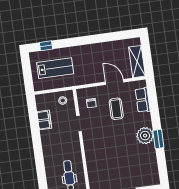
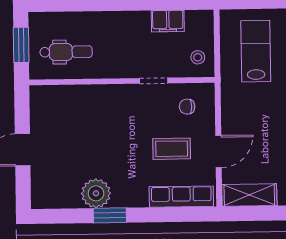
lab bench: (55, 68) -> (256, 51), turned 180
row of seats: (143, 100) -> (181, 197), width x1.48
plant: (145, 136) -> (96, 193), moved

